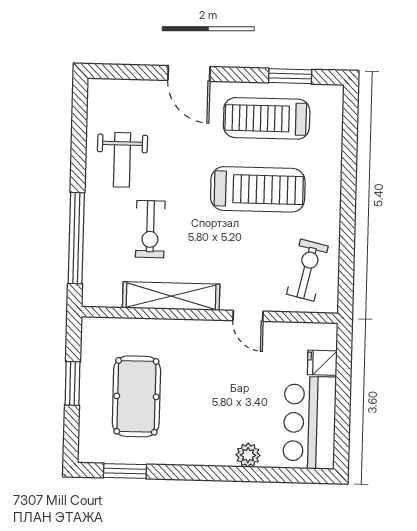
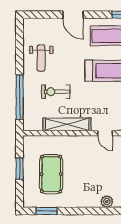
exercise bike: (150, 229) -> (56, 92), turned 90

